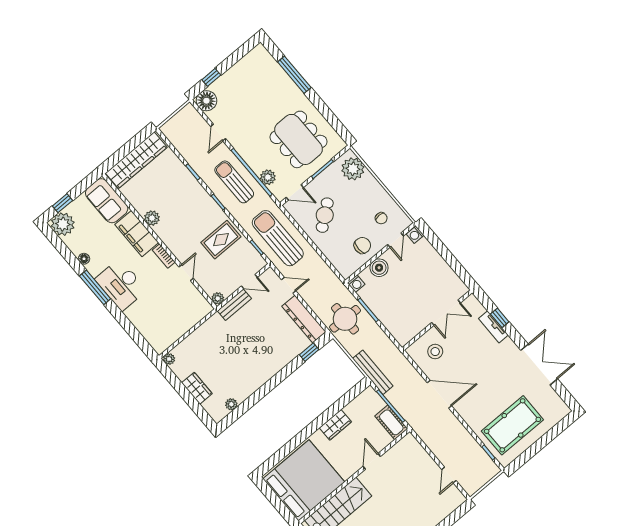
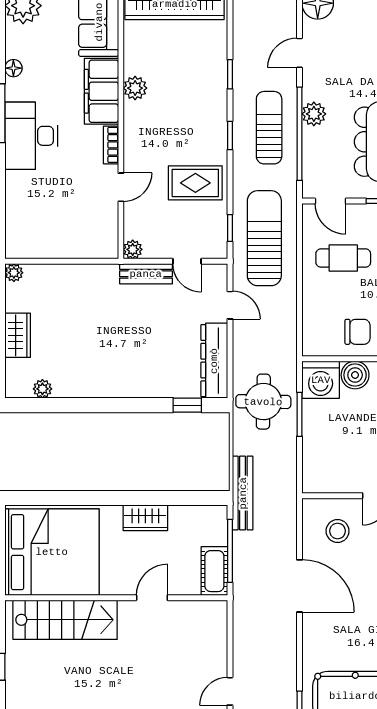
plant: (268, 177) -> (314, 114), moved
cafe table: (325, 215) -> (343, 258), turned 38
washing machine: (356, 284) -> (321, 380), width x1.89, depth x1.89

